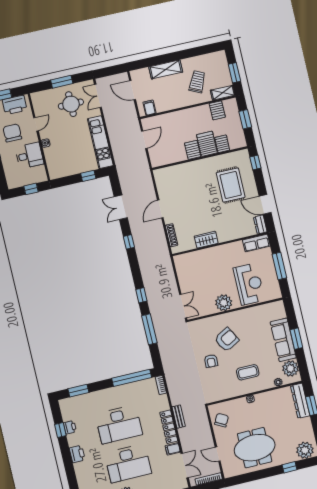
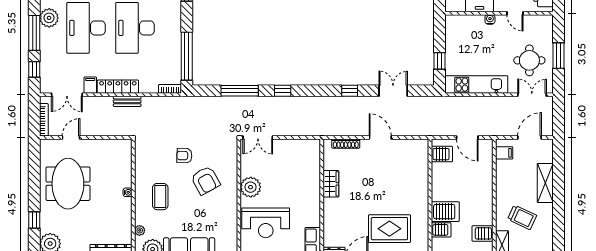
server rack: (193, 150) -> (442, 154), moved
chair: (222, 420) -> (111, 152), removed

